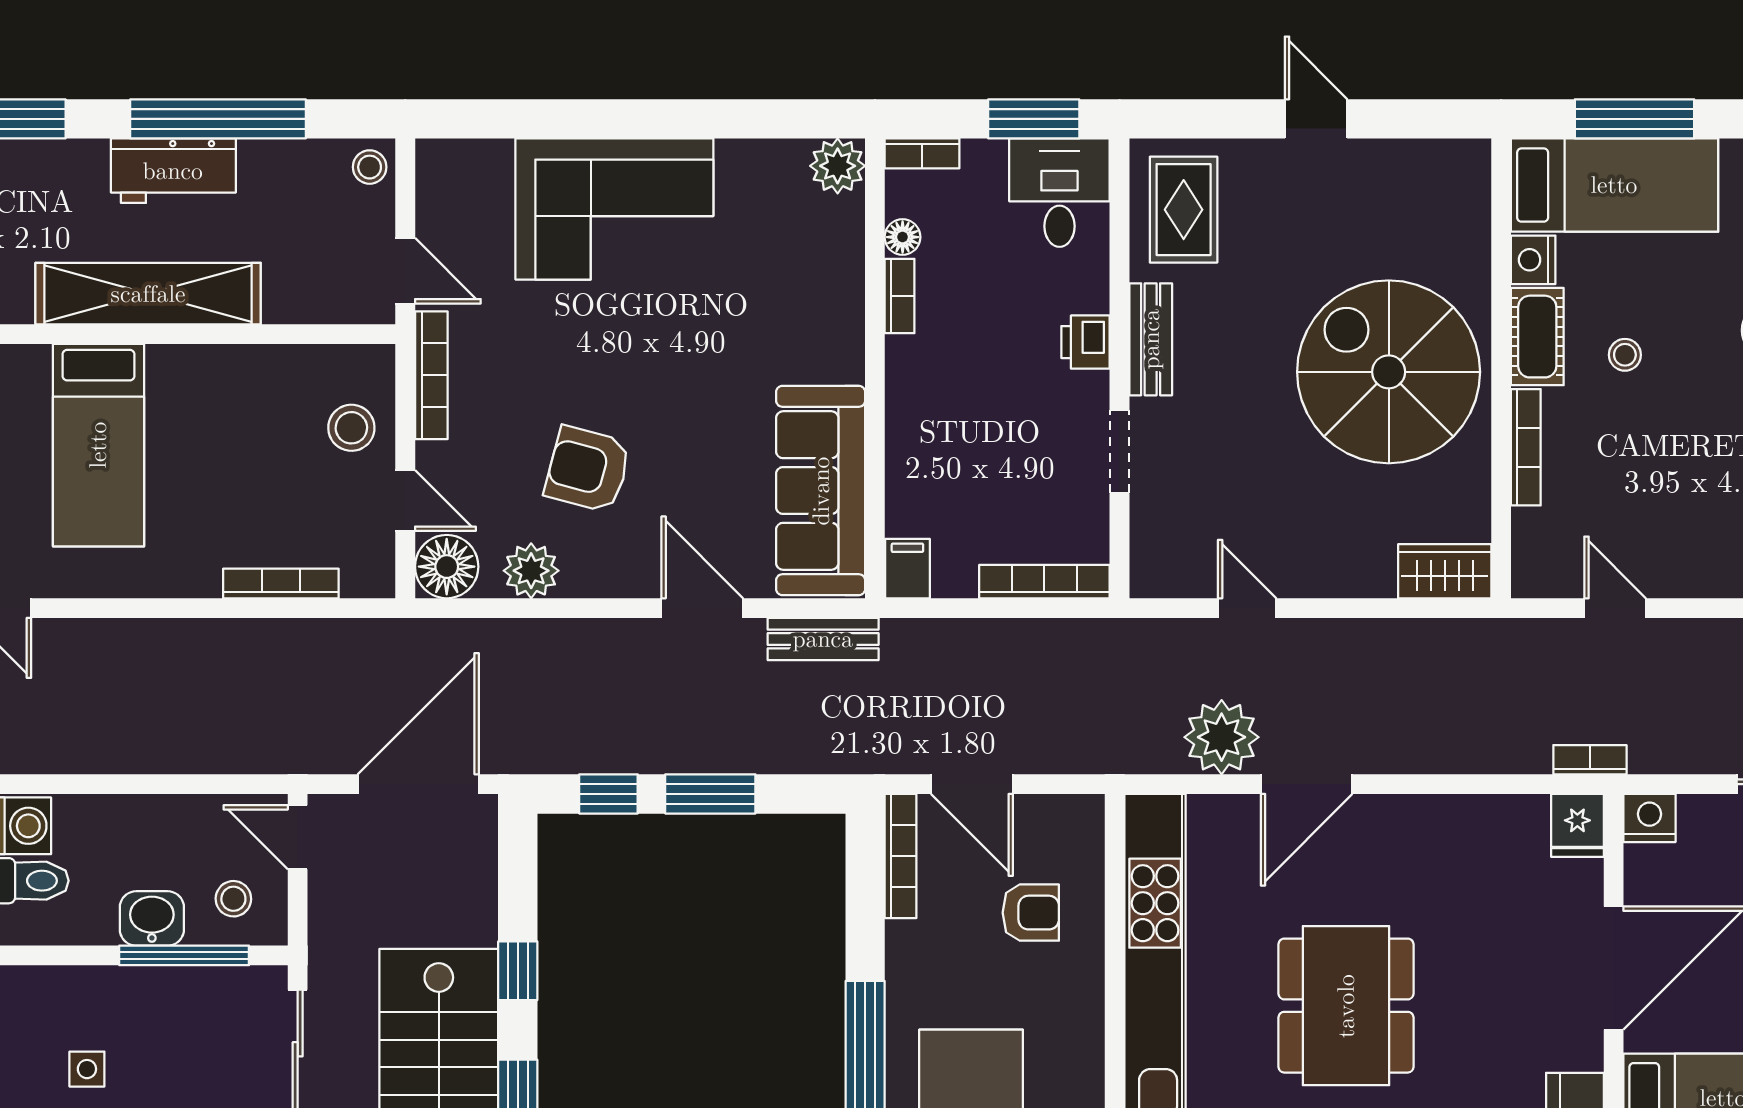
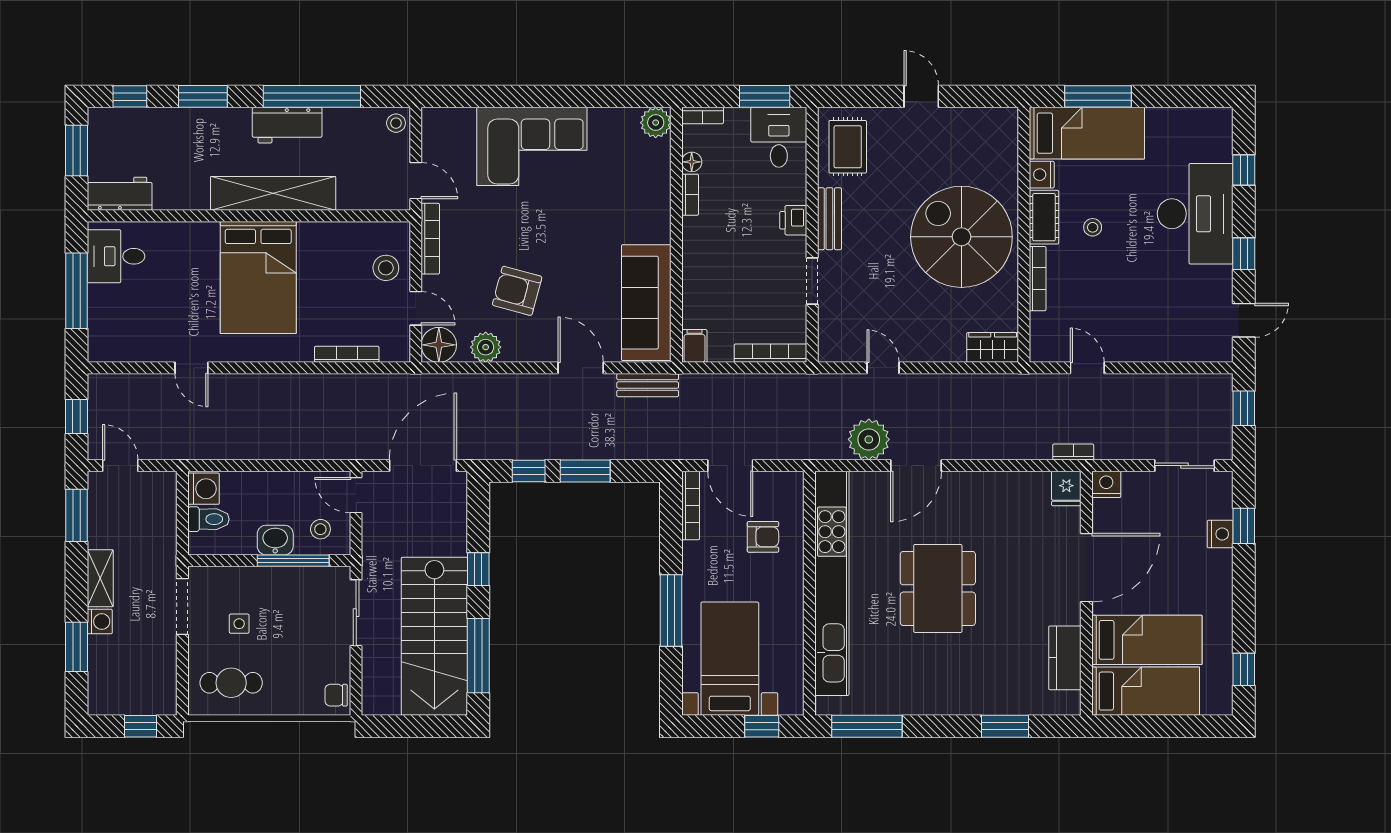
bed: (98, 445) -> (258, 277), width x1.50

